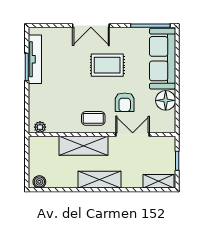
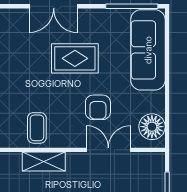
floor lamp: (166, 100) -> (152, 127), moved
coffee table: (93, 118) -> (37, 128), moved, turned 90
shelving: (83, 146) -> (44, 162), width x0.67, depth x0.75

